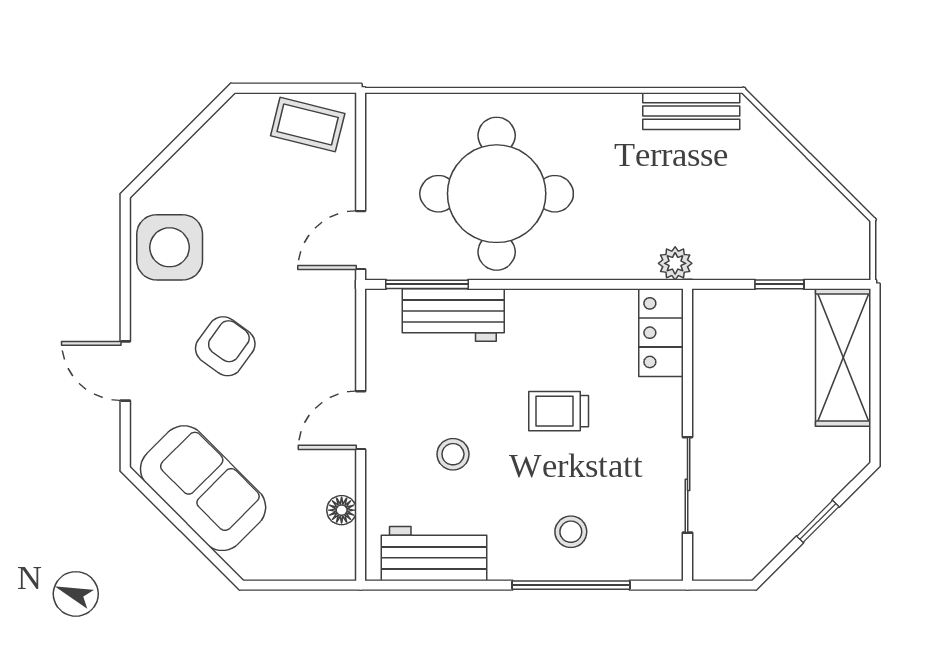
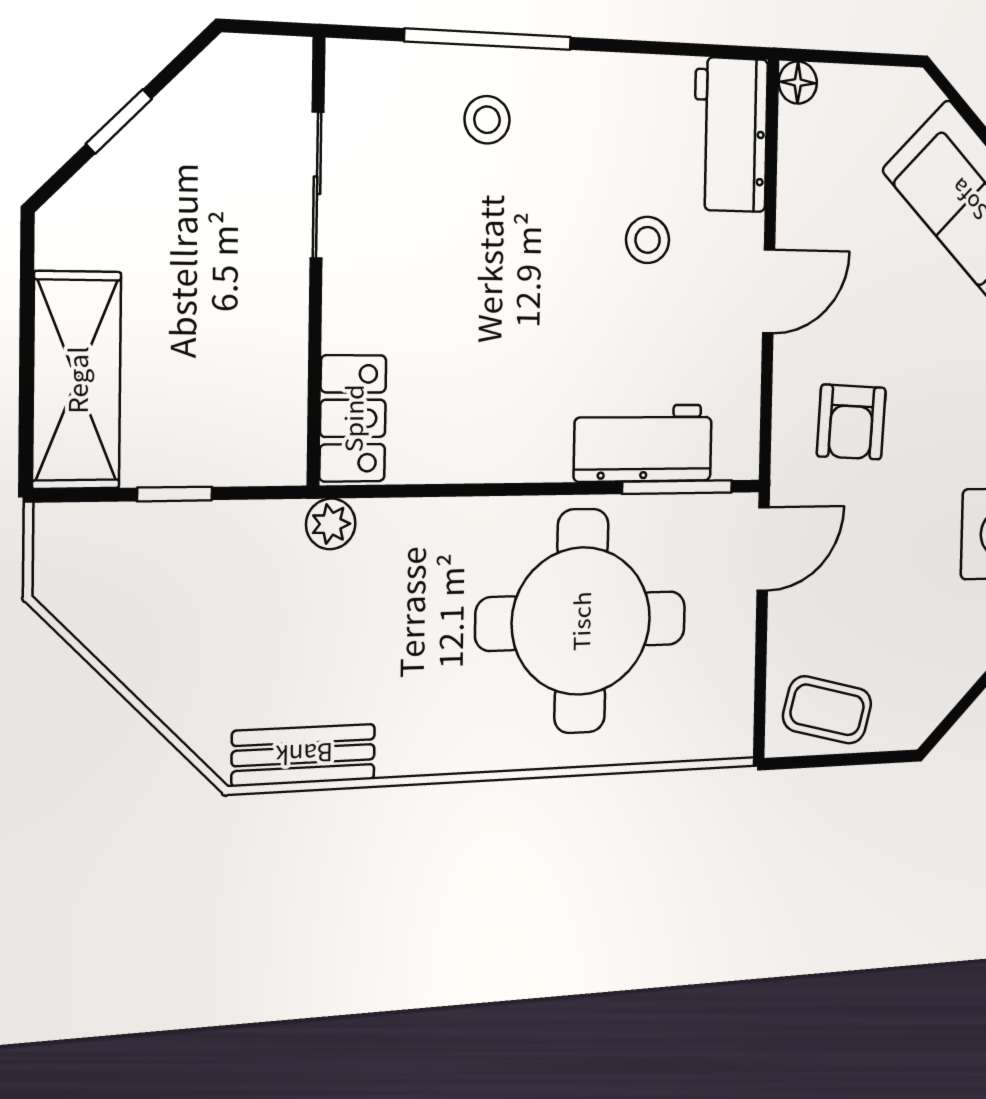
armchair: (225, 346) -> (851, 422), moved, turned -33
trolley: (559, 411) -> (501, 301), removed
floor lamp: (342, 510) -> (798, 83), moved
workbench: (434, 554) -> (731, 135), moved, turned 90

